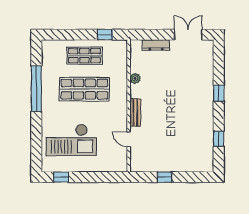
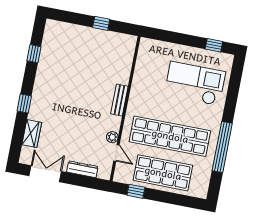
double door: (188, 35) -> (45, 174), swing flipped
shop shelf: (84, 56) -> (163, 173), width x1.43, depth x1.36
wardrobe: (207, 68) -> (32, 134), added
shop shelf: (84, 89) -> (170, 136), width x1.40
door: (129, 139) -> (116, 153), moved

